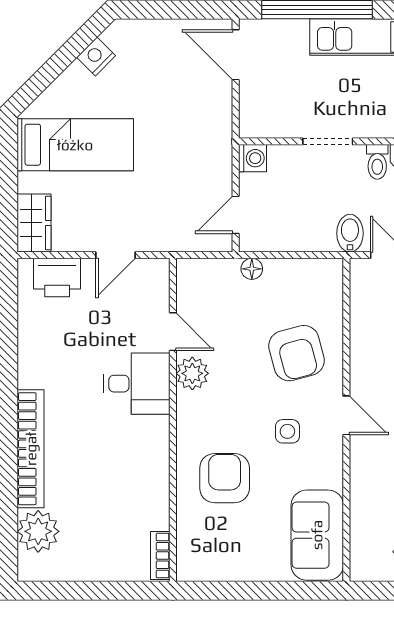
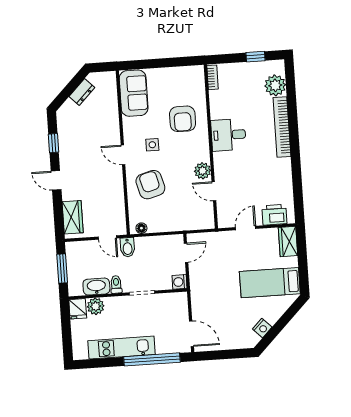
floor lamp: (252, 269) -> (141, 228), moved
desk: (137, 384) -> (228, 135), moved
window: (73, 591) -> (256, 57), added

